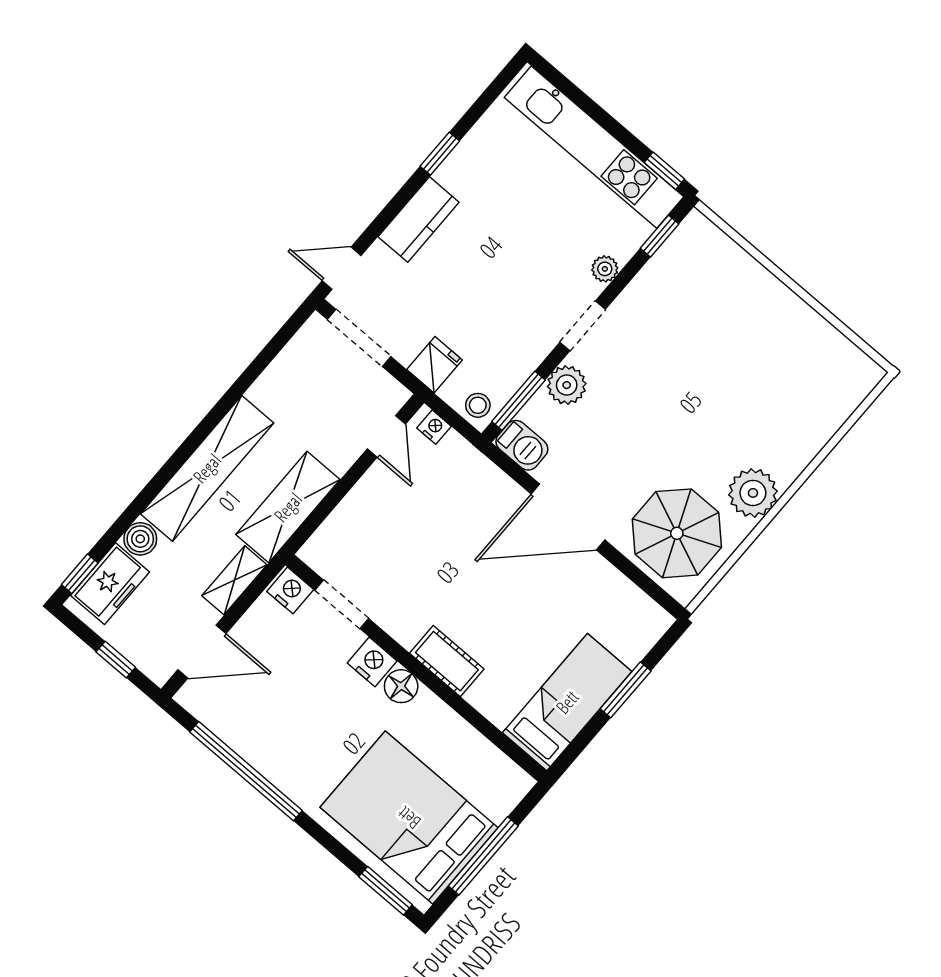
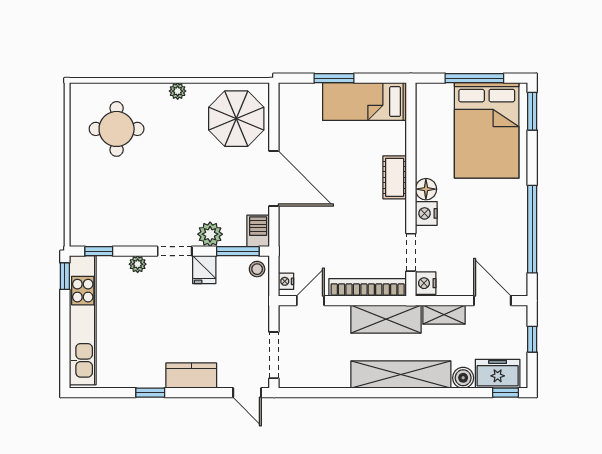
fridge: (434, 365) -> (204, 270), moved, turned -90
round table: (786, 381) -> (117, 129), added
plant: (753, 493) -> (178, 91), width x0.53, depth x0.53
bookcase: (344, 518) -> (368, 287), added

